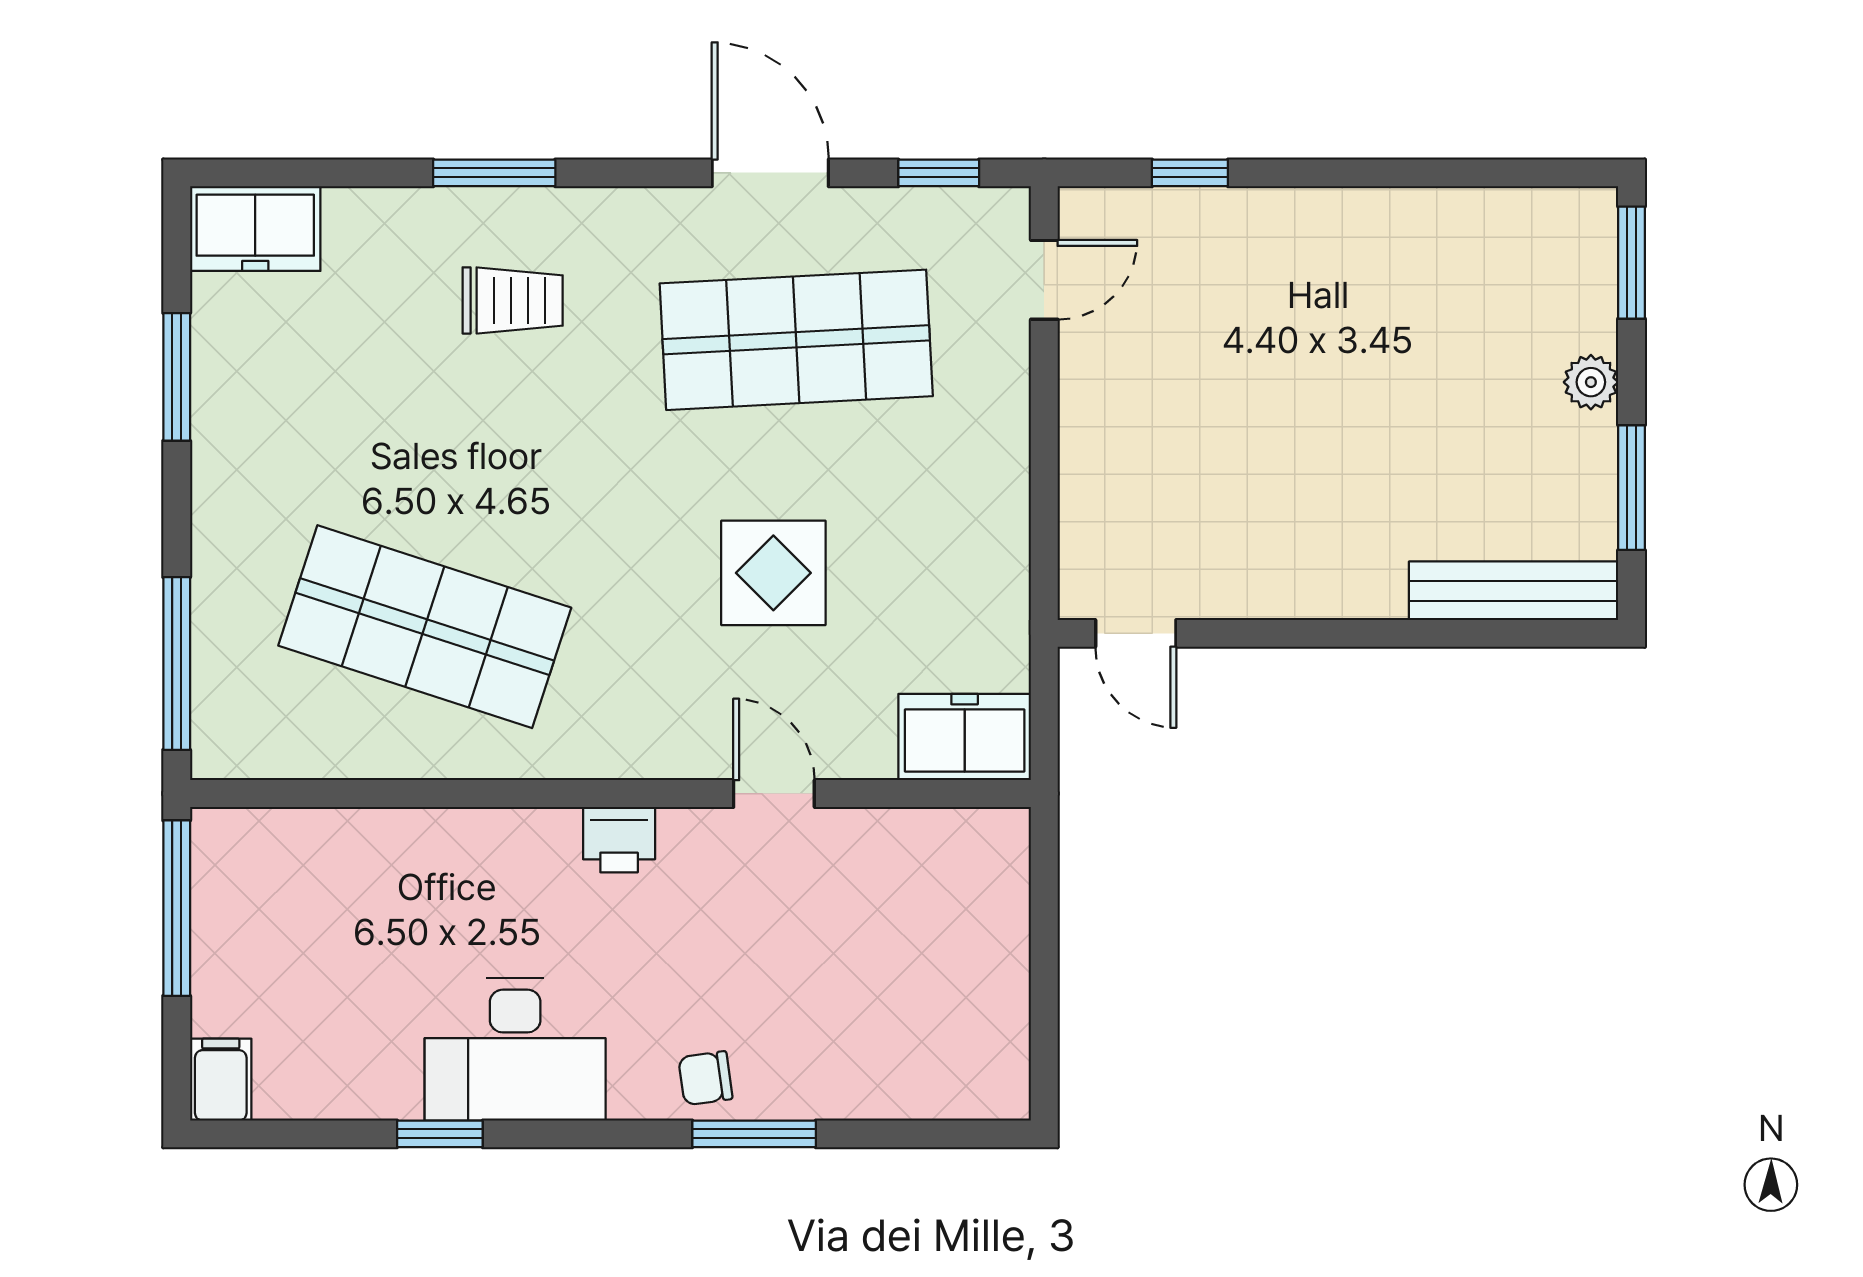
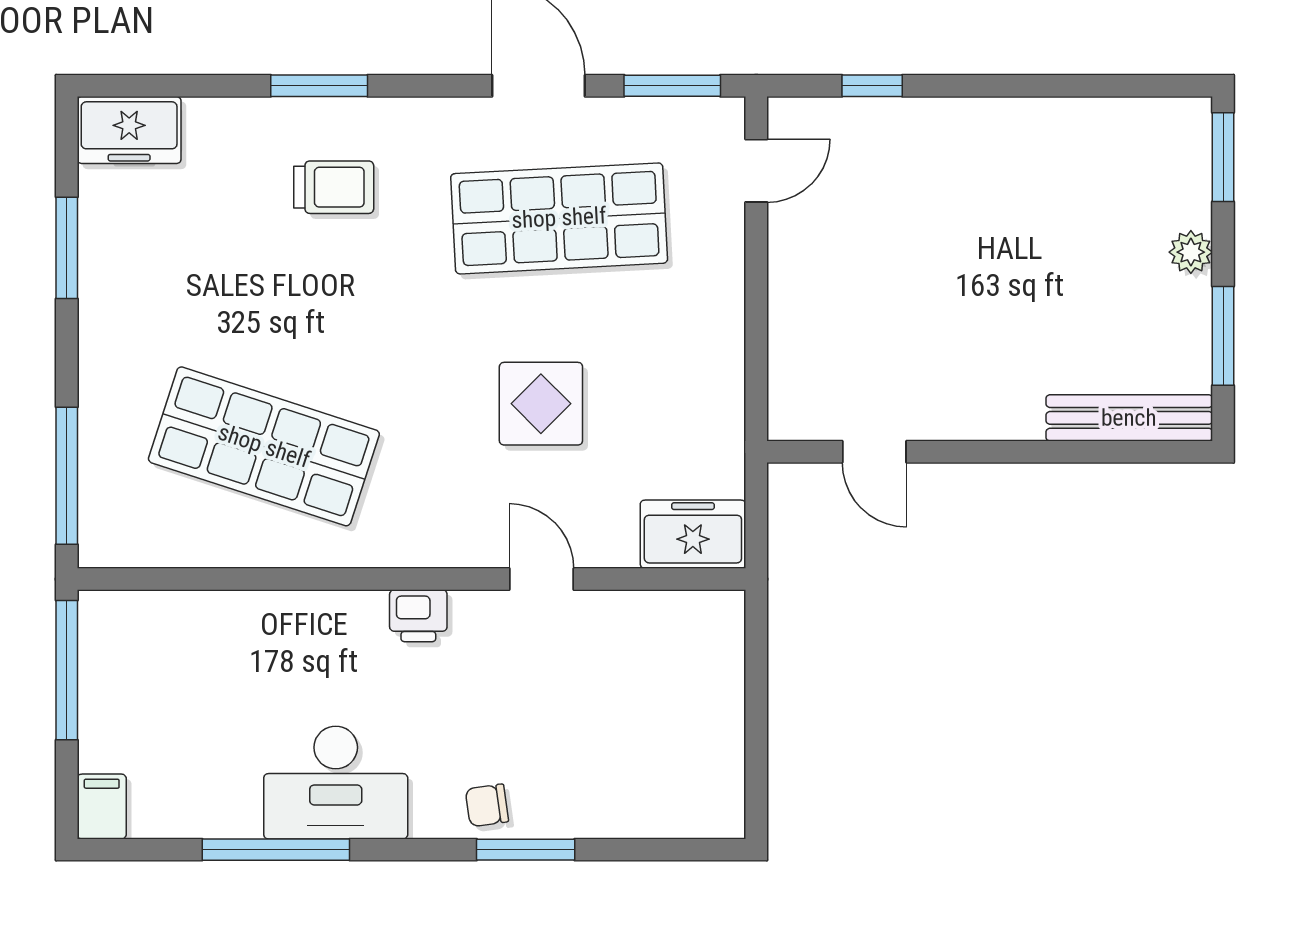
window: (939, 173) -> (672, 86), width x1.50
door: (1136, 633) -> (874, 452), moved
window: (440, 1134) -> (276, 850), width x2.17

